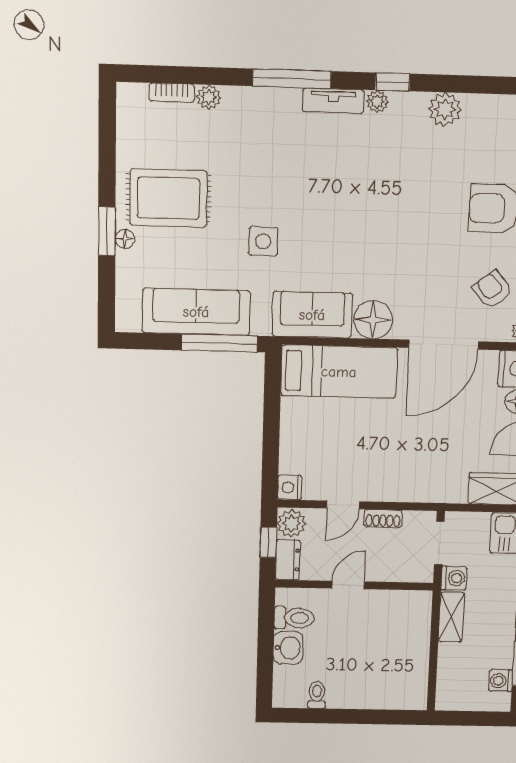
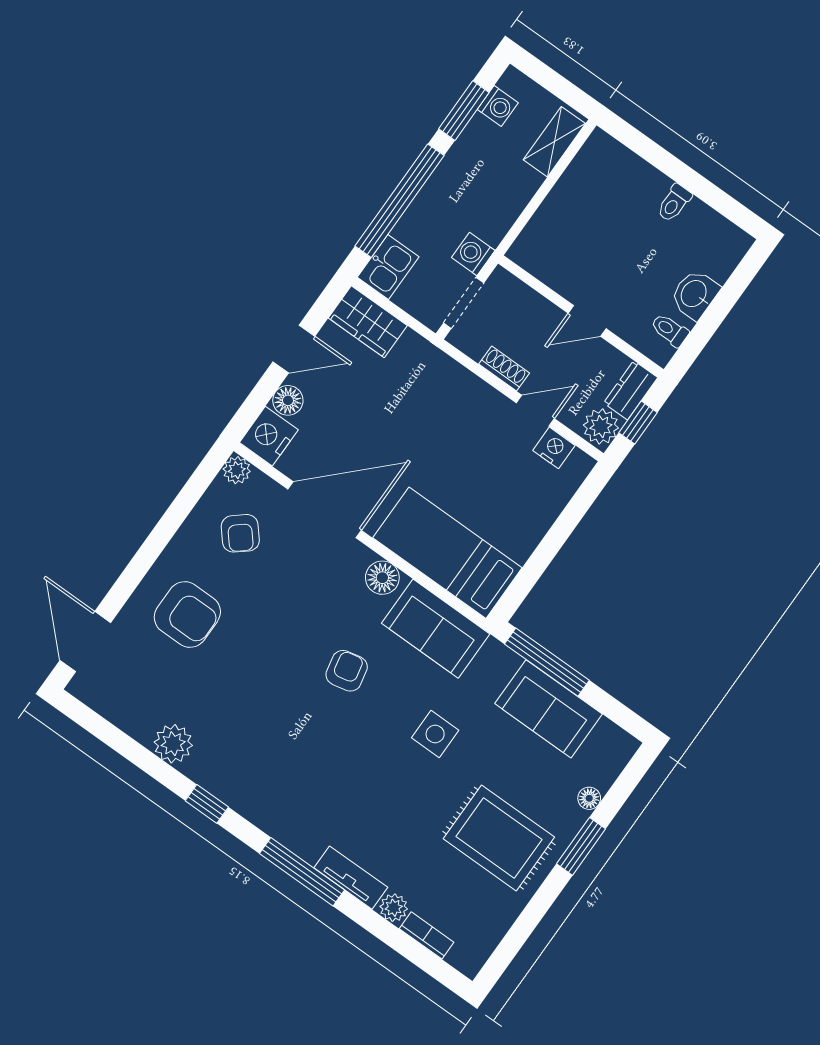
tv unit: (333, 101) -> (351, 878), moved
plant: (377, 101) -> (234, 795), removed
floor lamp: (125, 239) -> (589, 798), moved
armchair: (355, 244) -> (347, 671), added
sofa: (196, 312) -> (548, 709), width x0.73
floor lamp: (373, 320) -> (382, 578), width x0.73, depth x0.73
nightstand: (290, 487) -> (554, 448), moved, turned -90
shelving: (451, 617) -> (554, 142), moved
toilet: (294, 618) -> (670, 330), width x0.73, depth x0.72
toilet: (317, 695) -> (674, 203), moved

